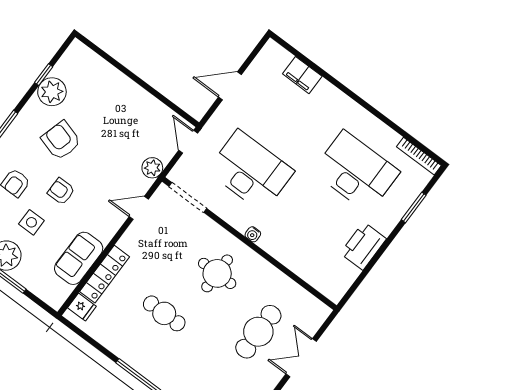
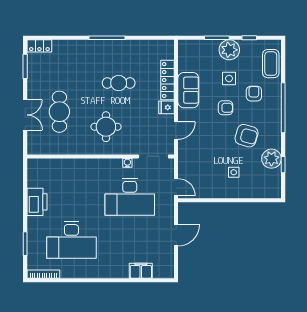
side table: (108, 109) -> (234, 172), added
plant: (152, 168) -> (185, 158), removed
water cooler: (253, 234) -> (127, 163), moved
sofa: (79, 258) -> (188, 90), moved
fridge: (82, 307) -> (166, 107), moved

